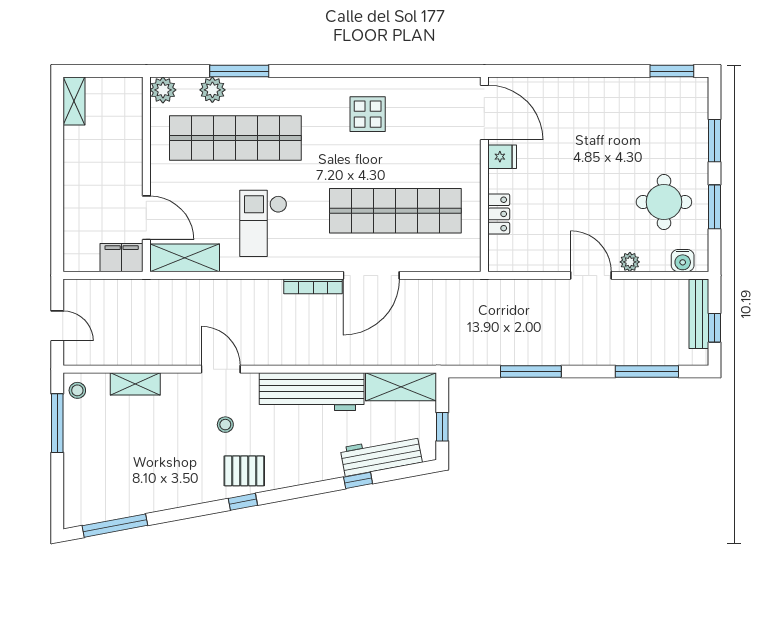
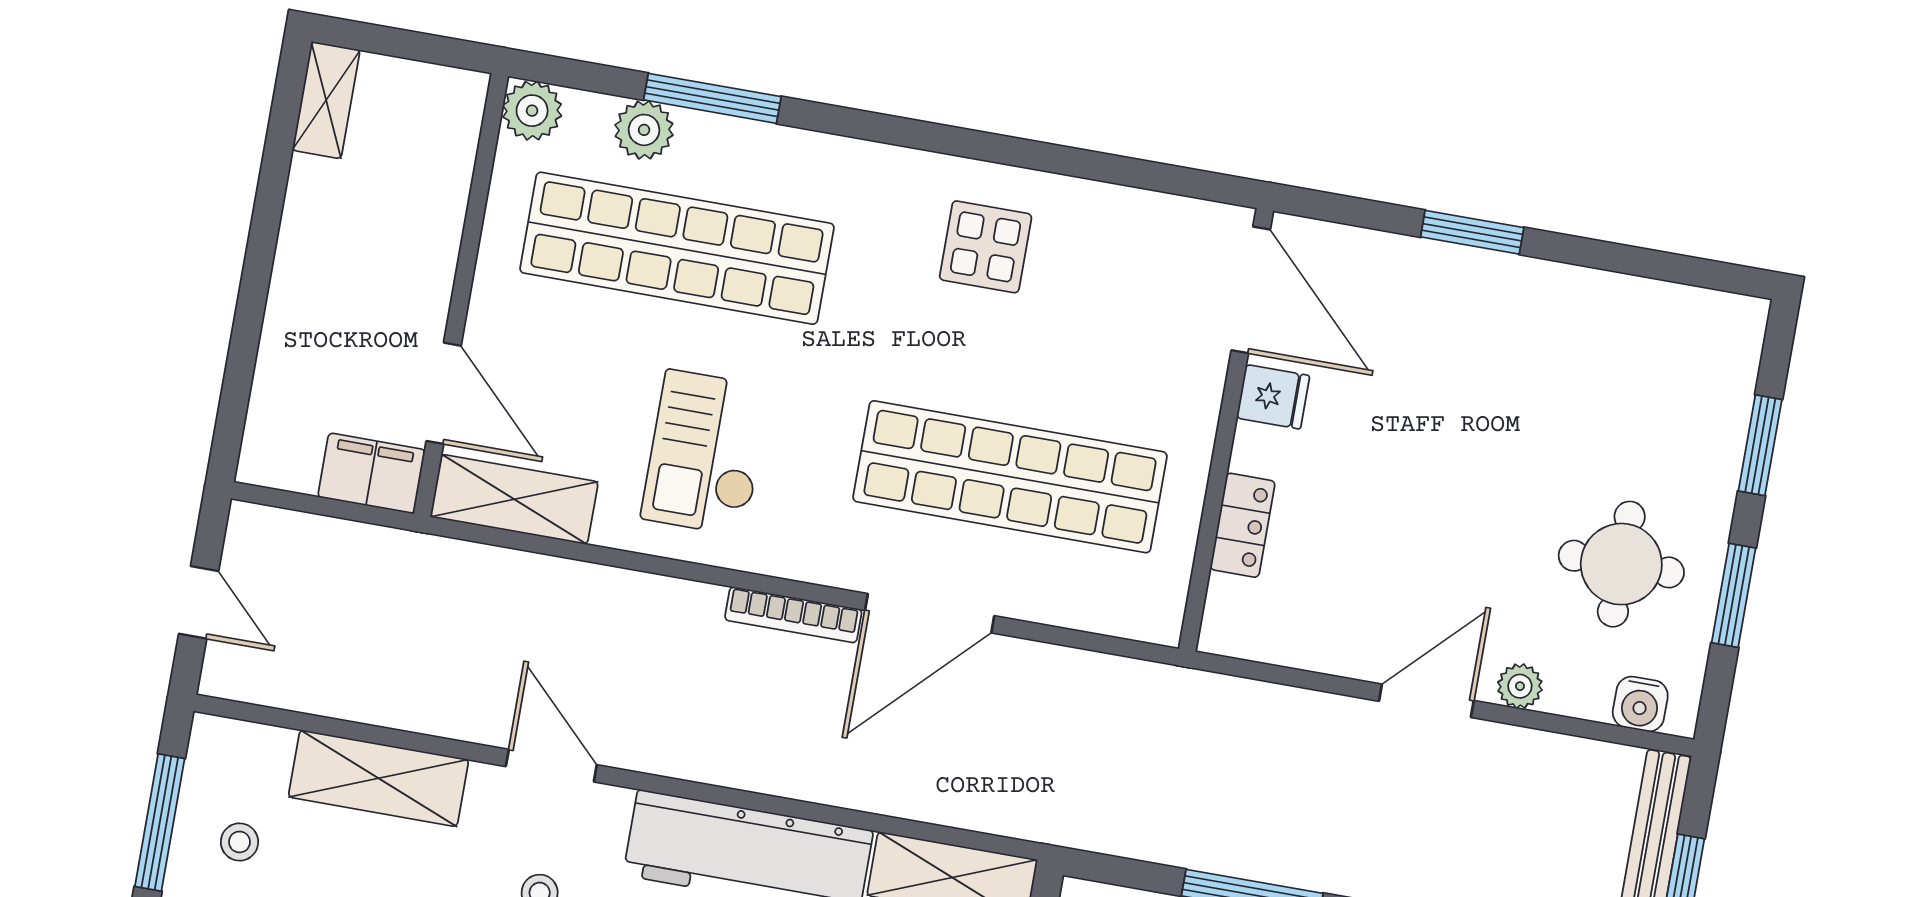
window: (672, 71) -> (1472, 232), moved
door: (591, 275) -> (1426, 701), hinge flipped
shelving: (135, 384) -> (379, 778), width x1.50, depth x1.33
stool: (77, 390) -> (239, 842), moved

